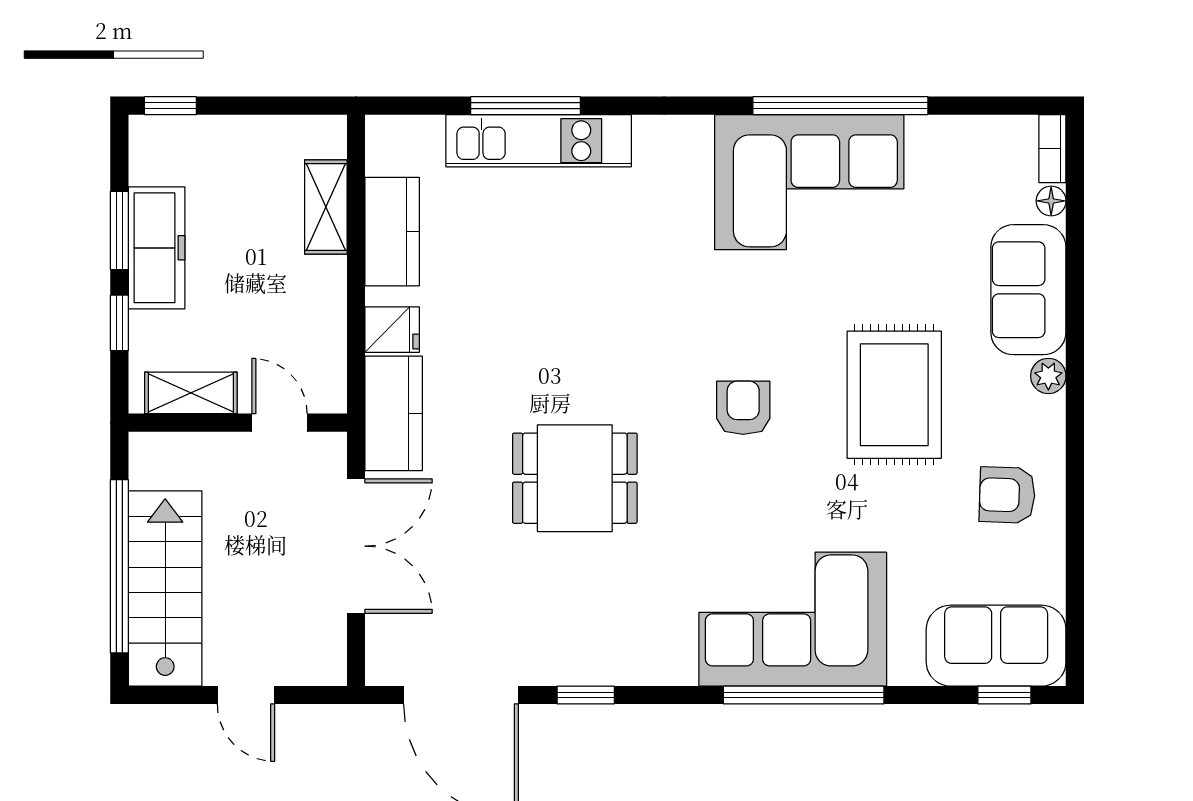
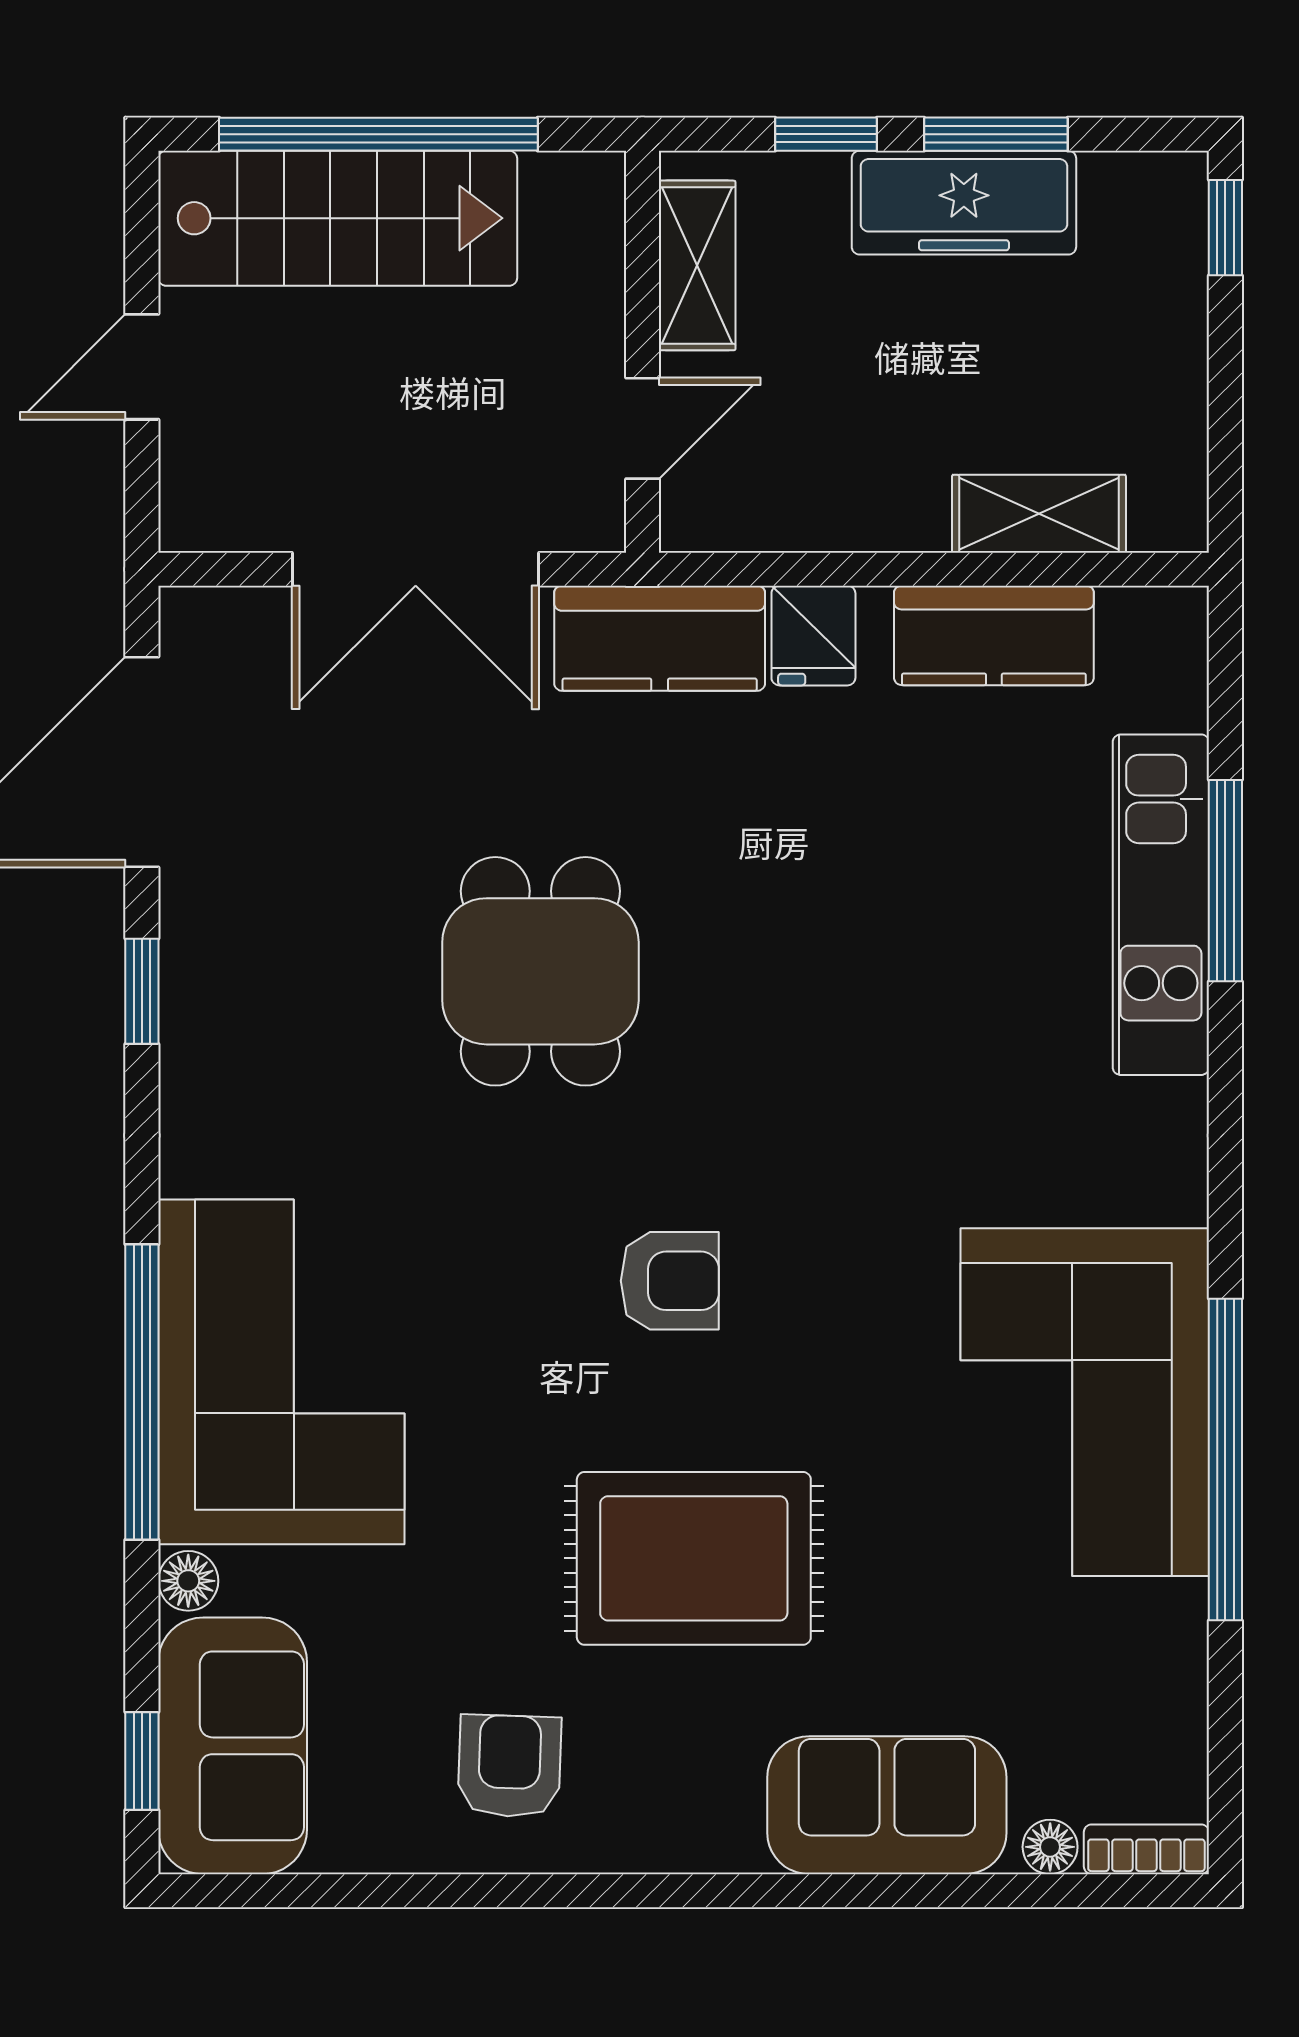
plant: (1048, 376) -> (728, 1842), removed
floor lamp: (906, 670) -> (188, 1581), added

